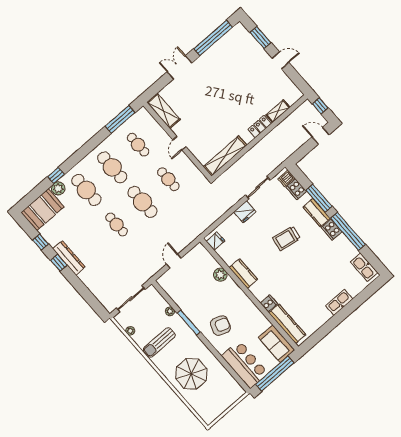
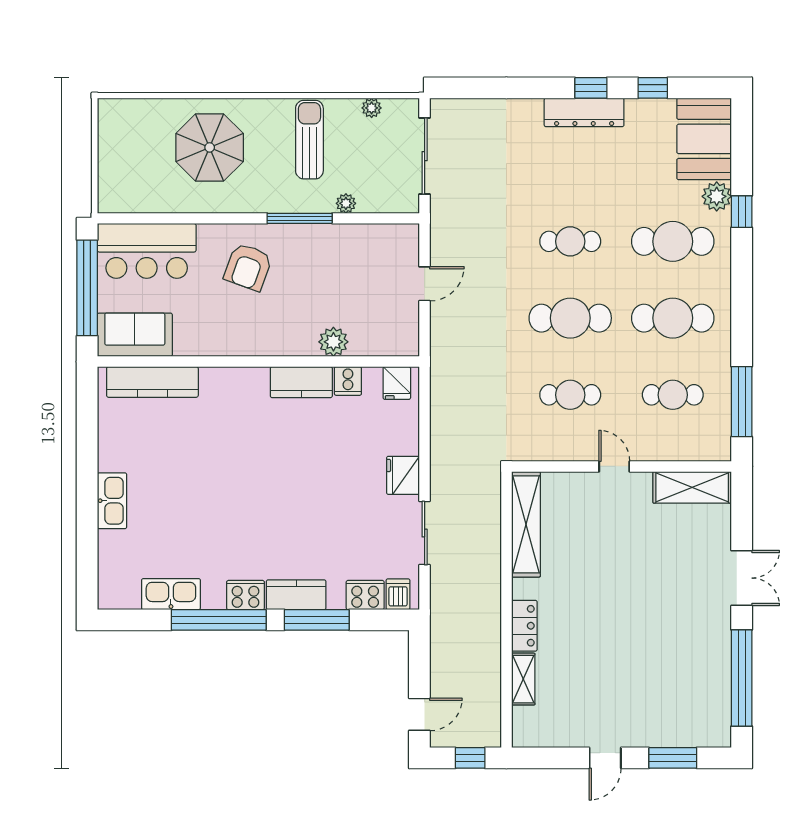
trolley: (287, 238) -> (297, 507), removed
door: (174, 261) -> (425, 284), hinge flipped
kitchen sink: (364, 267) -> (171, 594), moved
cooker: (269, 303) -> (348, 381), moved

